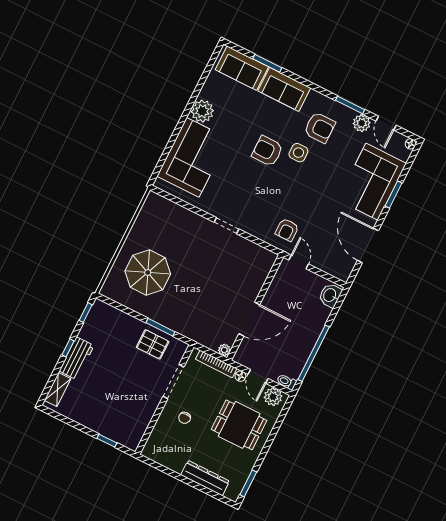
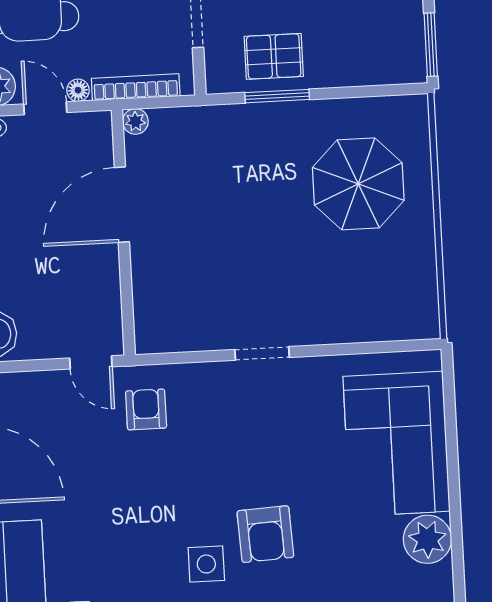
armchair: (267, 151) -> (265, 534), turned 87
window: (86, 313) -> (431, 45), width x1.50

